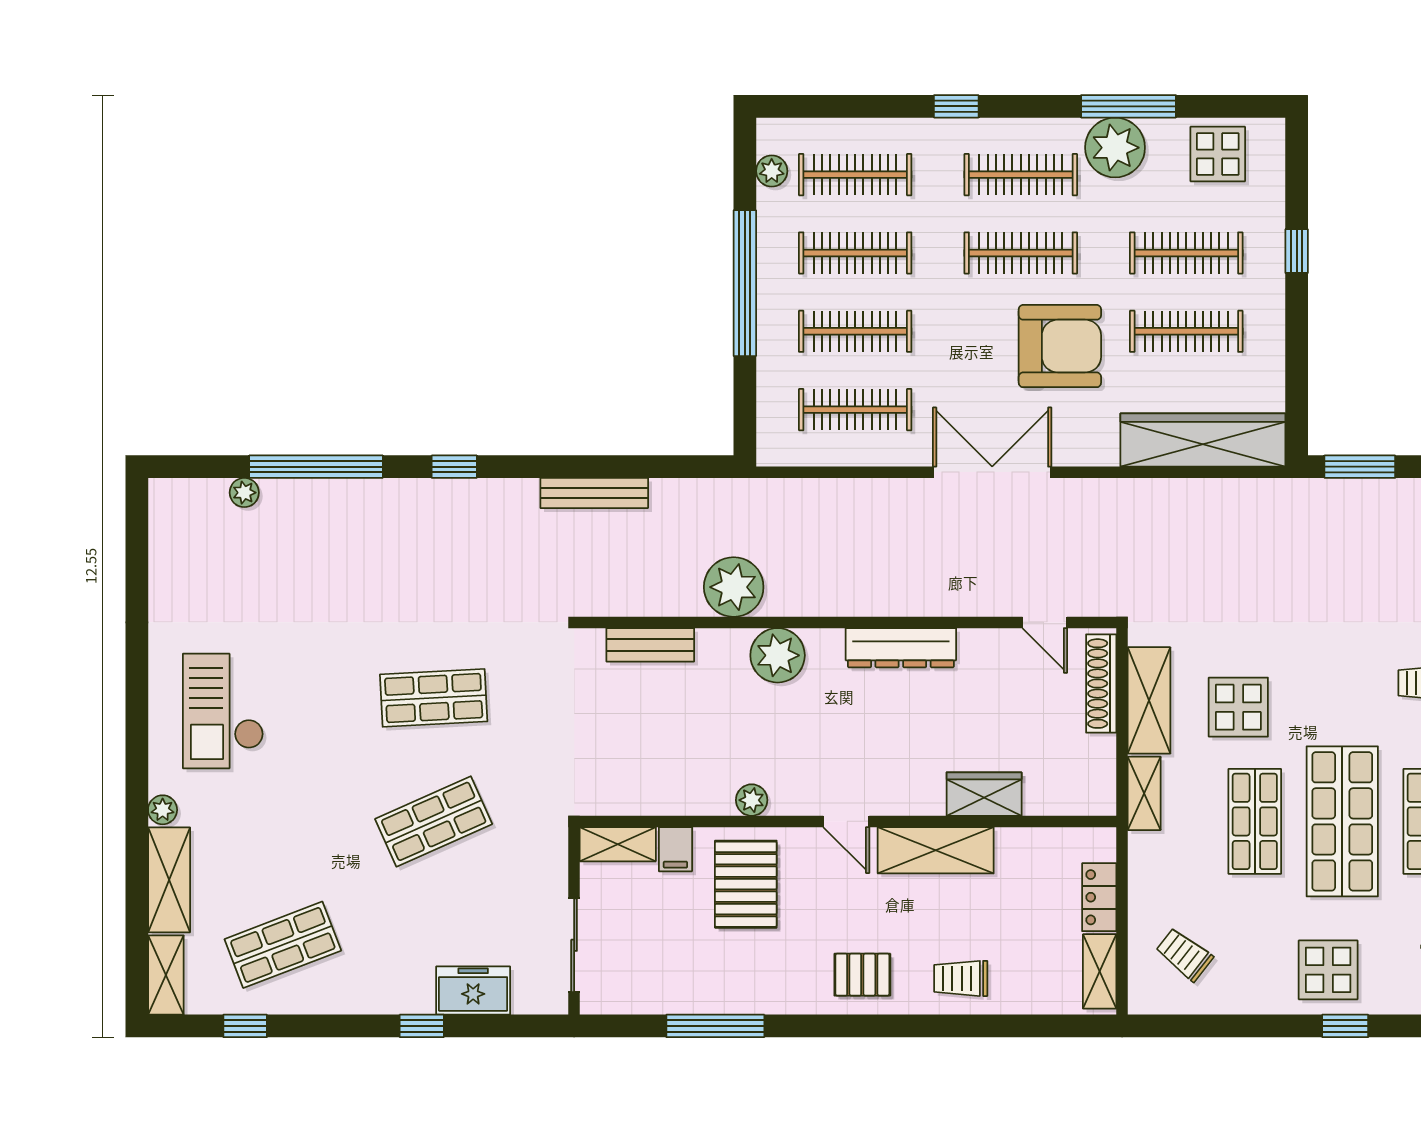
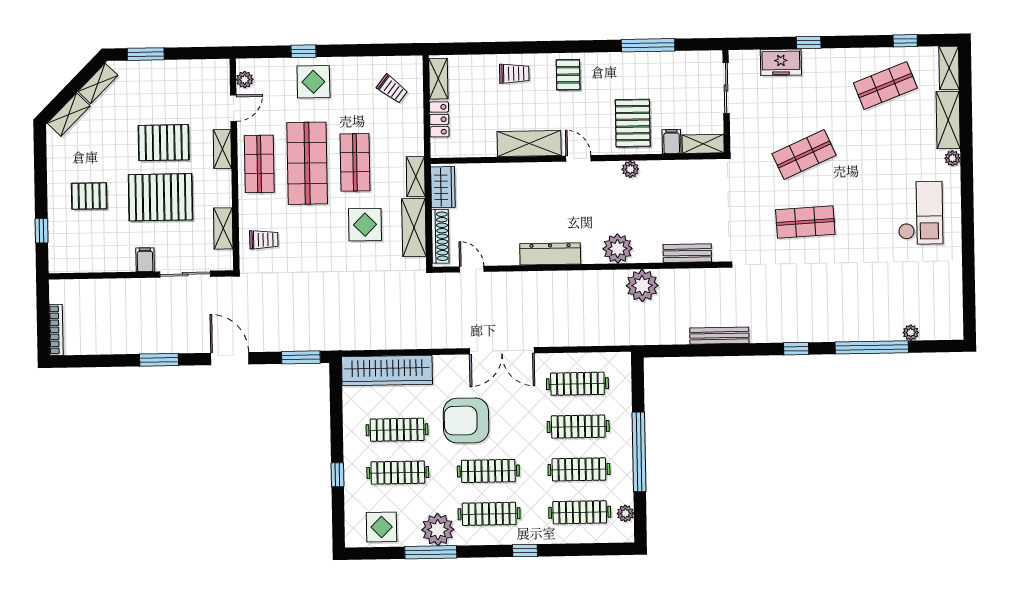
wardrobe: (984, 794) -> (443, 187), moved, turned -90
pallet: (862, 975) -> (568, 75), turned 90

